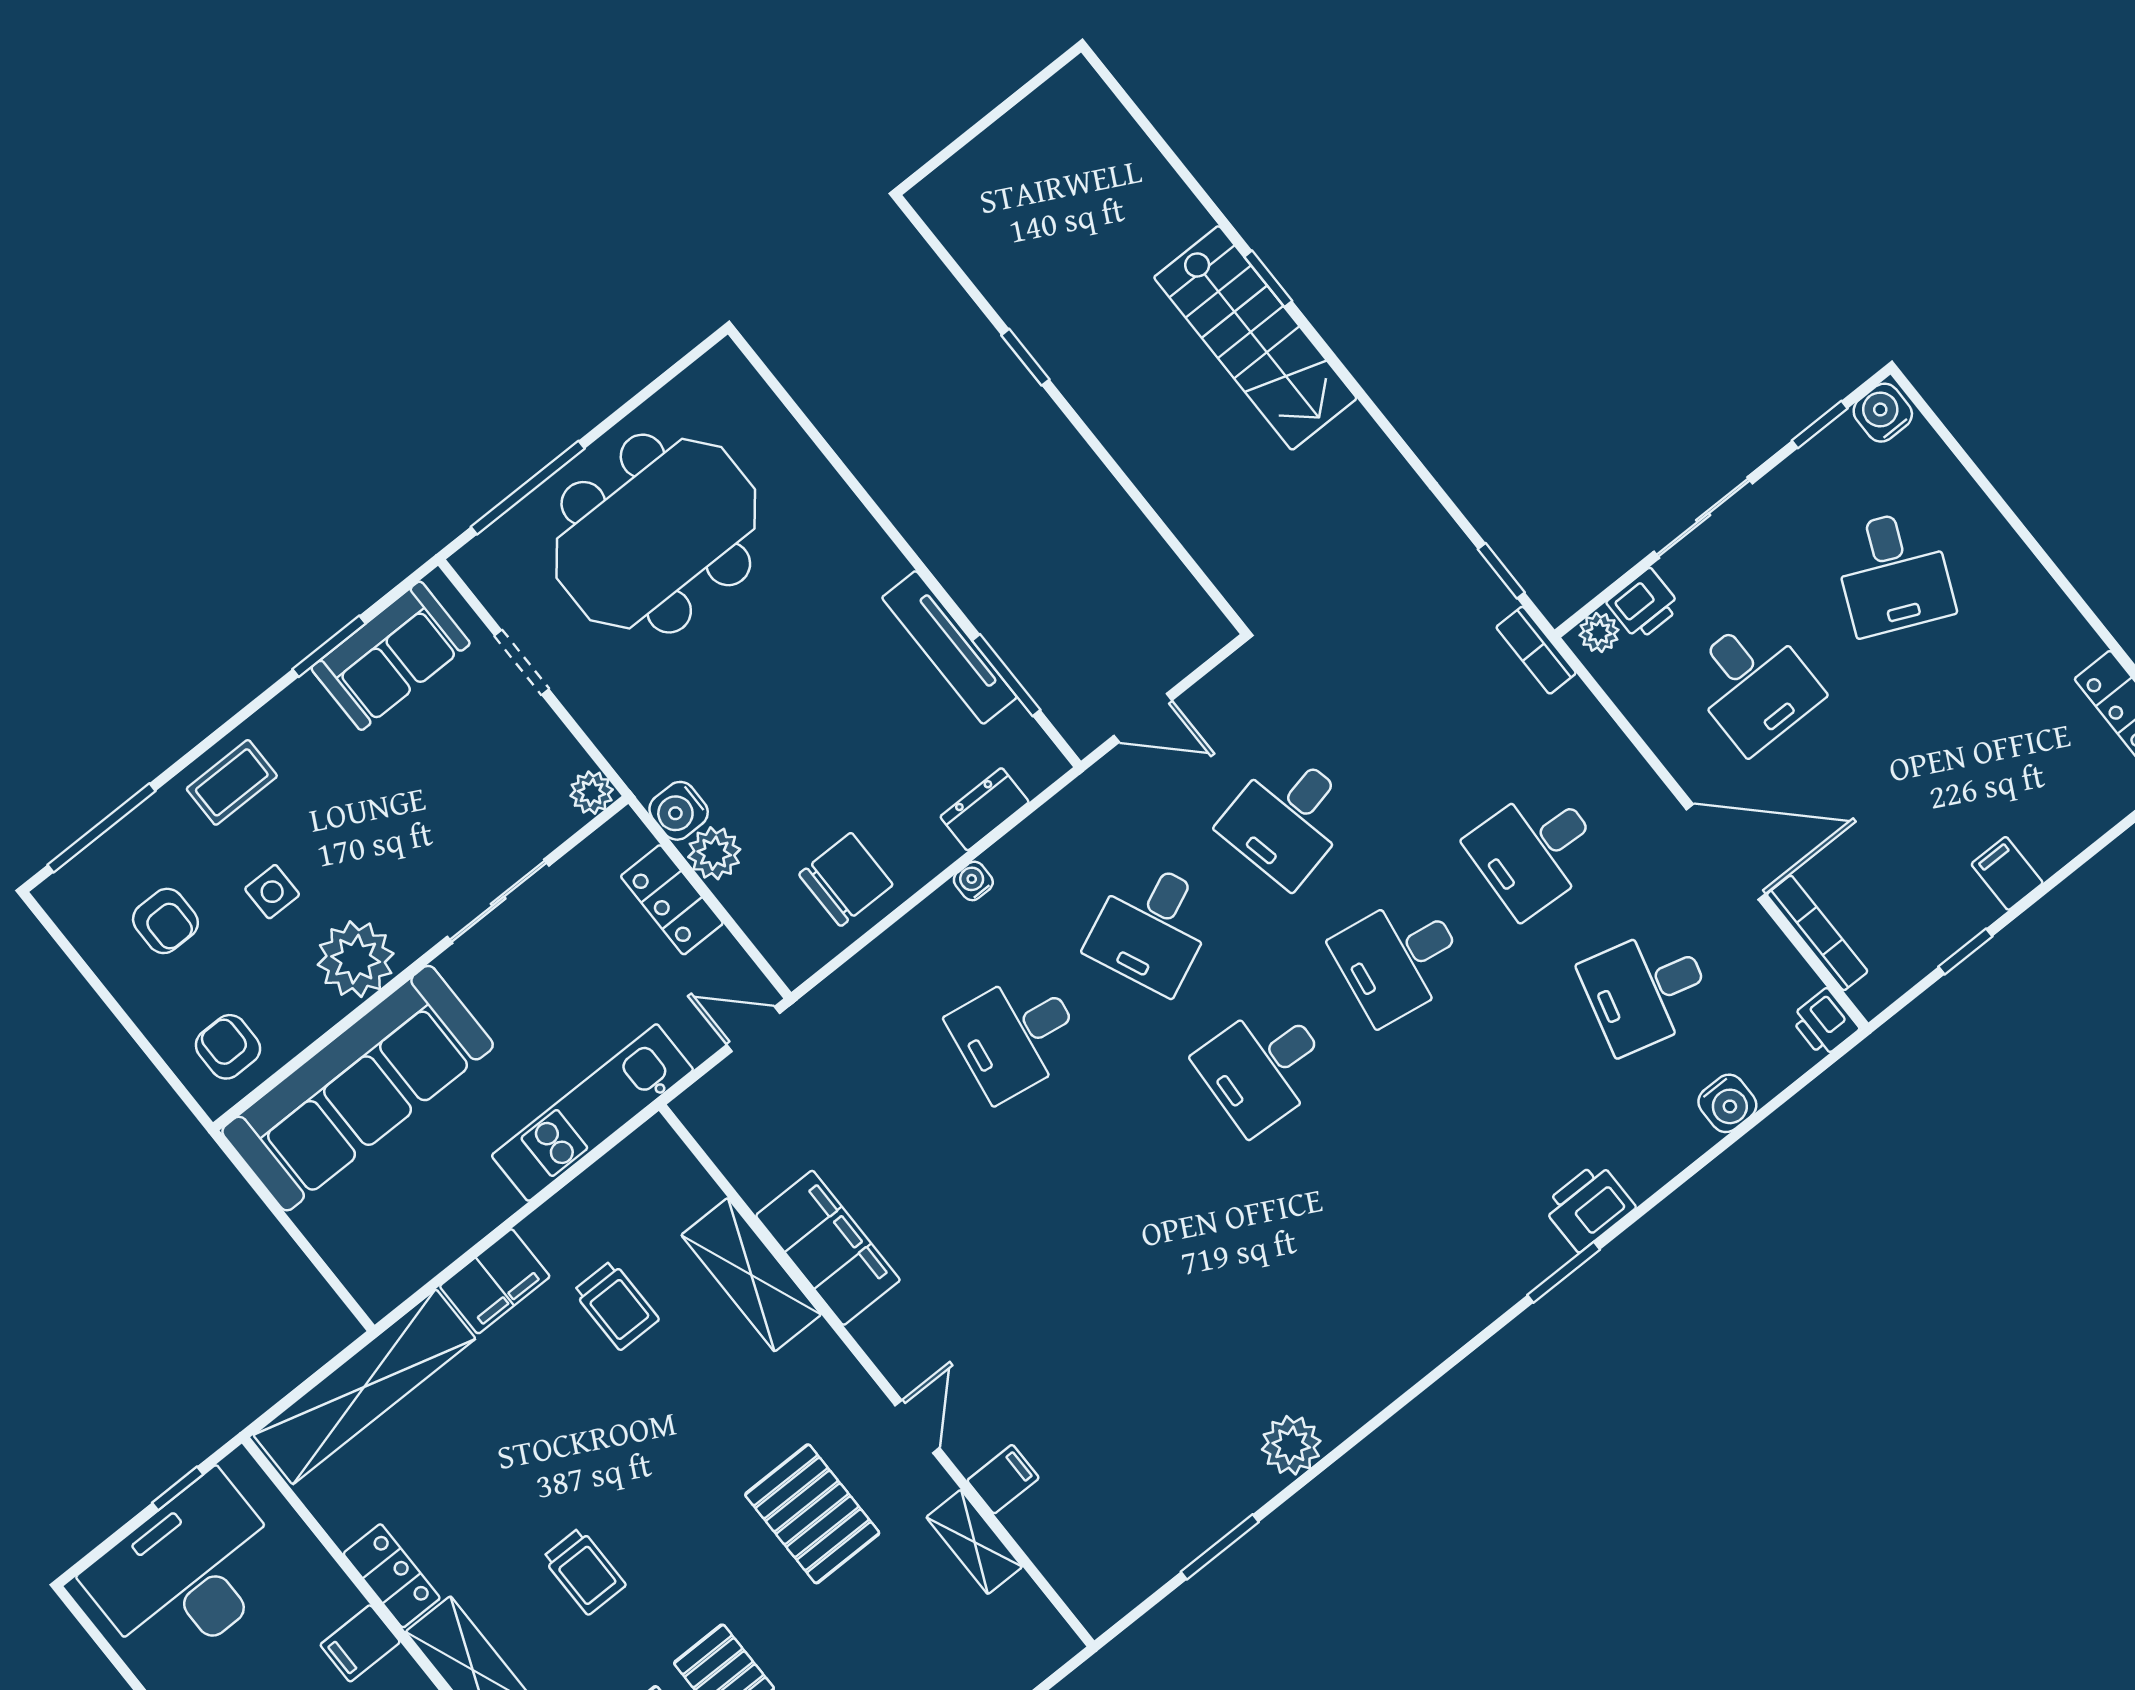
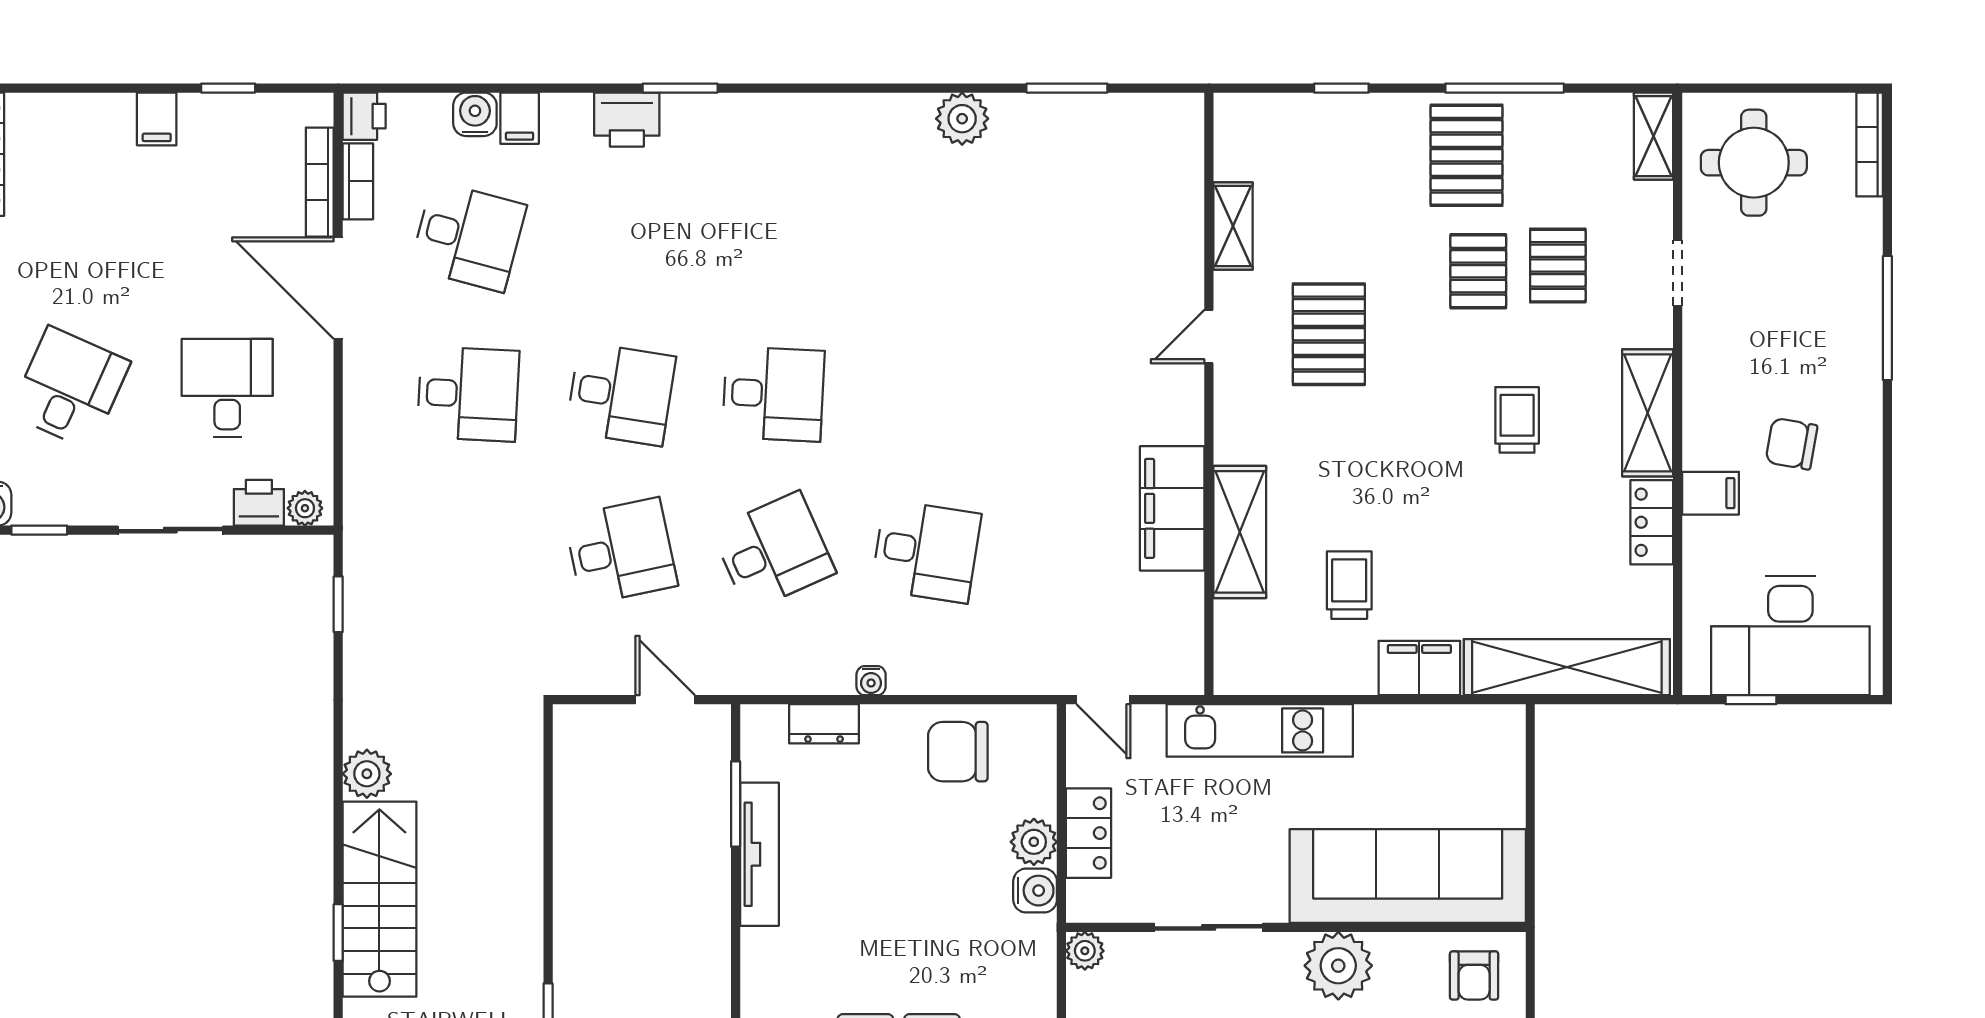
plant: (1355, 440) -> (367, 774), added
bookcase: (1536, 650) -> (358, 181), moved
filing cabinet: (1003, 1479) -> (520, 118), moved, turned -90

